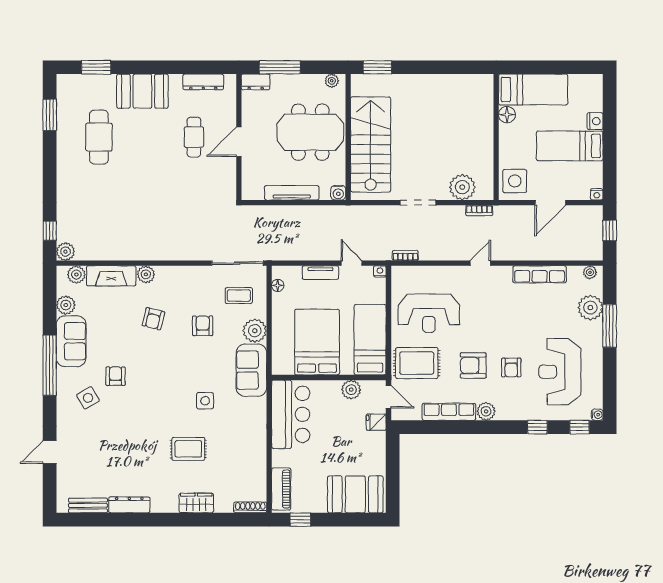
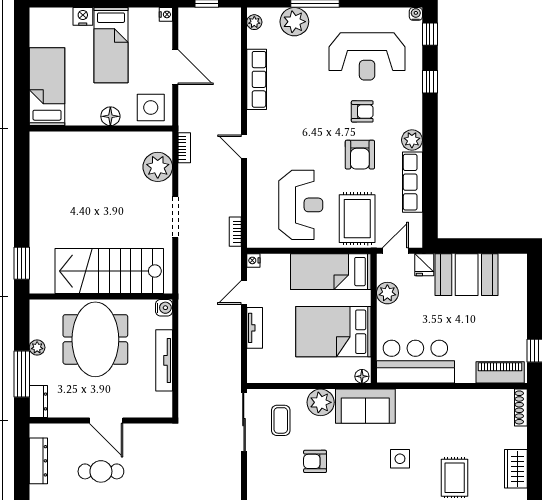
plant: (332, 81) -> (37, 347), moved
floor lamp: (507, 115) -> (110, 116), moved
floor lamp: (278, 285) -> (362, 376), moved
booth: (355, 494) -> (467, 275), moved, turned 90

